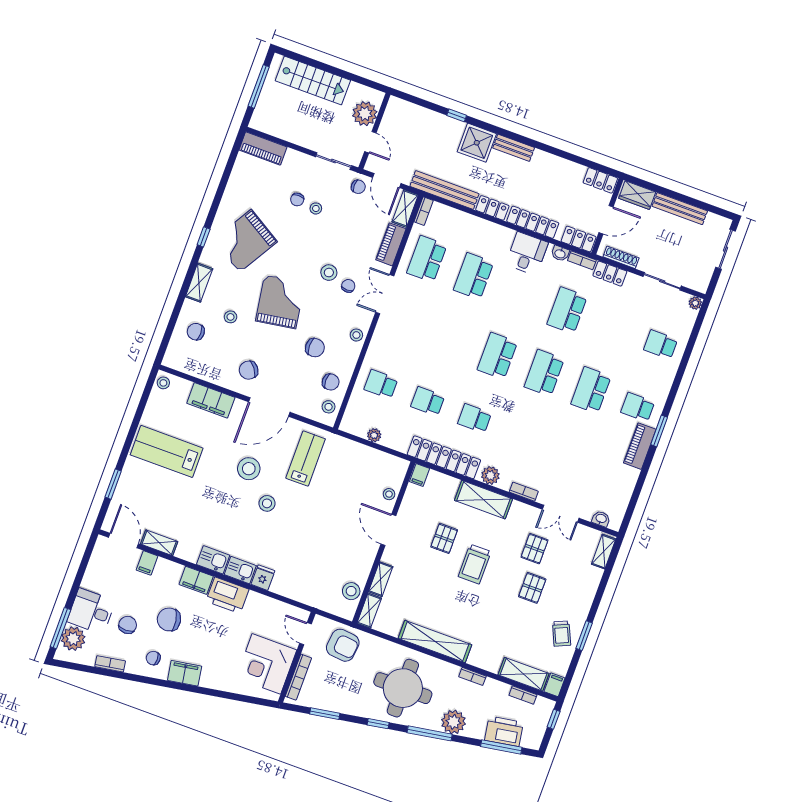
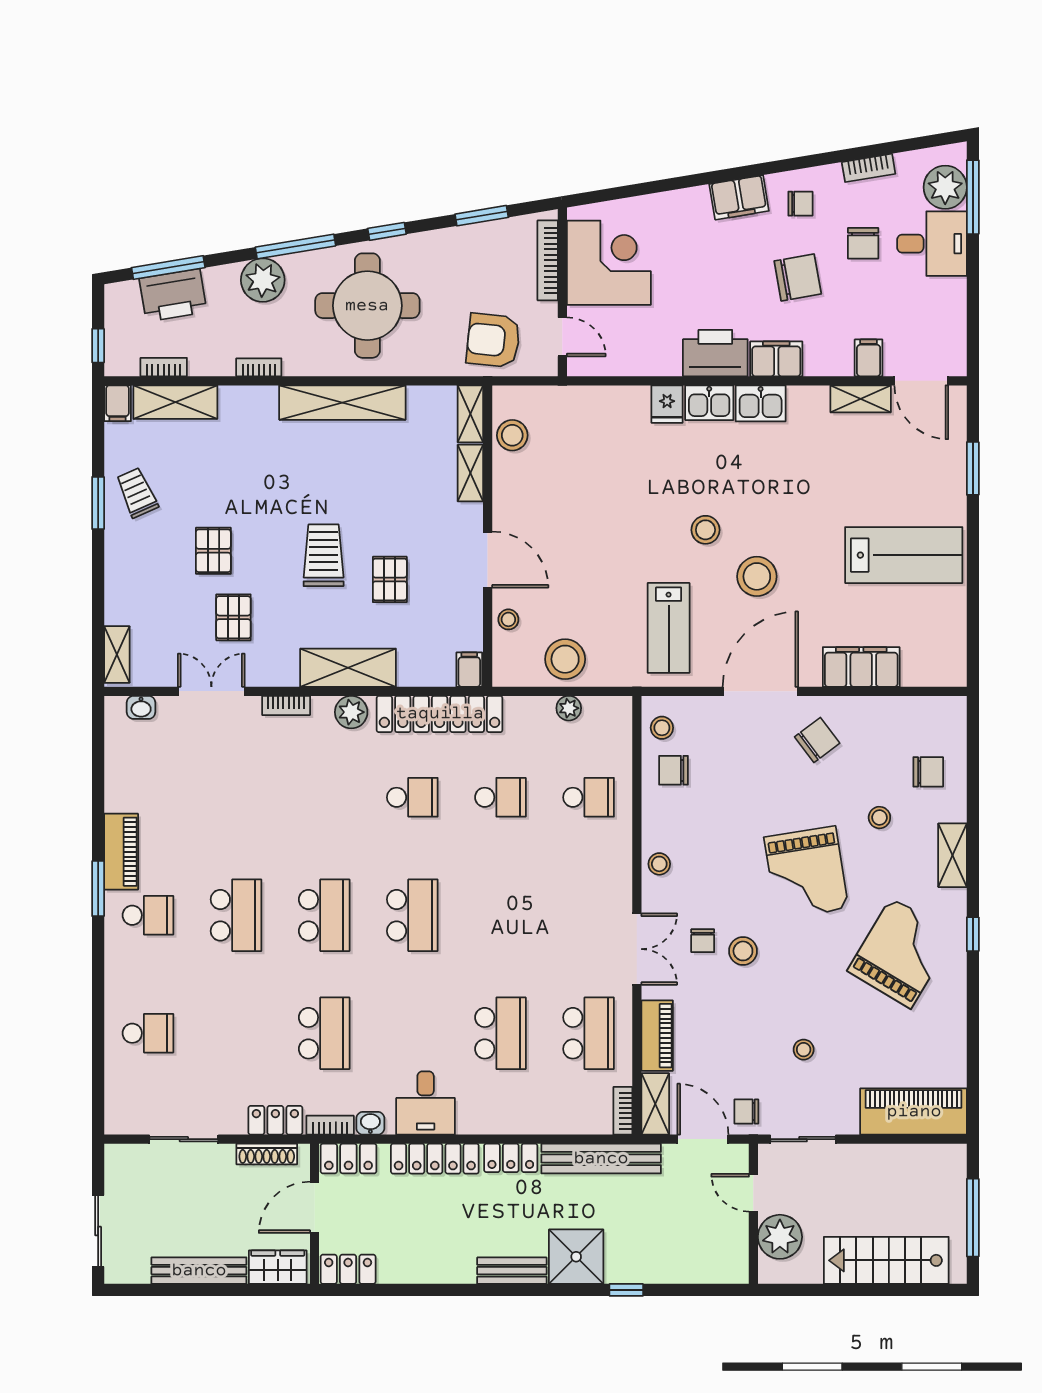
piano: (263, 148) -> (914, 1112), width x1.37, depth x1.33
chair: (297, 200) -> (840, 1053), removed
plant: (695, 303) -> (116, 1123), removed
chair: (315, 348) -> (720, 818), removed
stool: (163, 383) -> (565, 659), moved, width x1.89, depth x1.89

